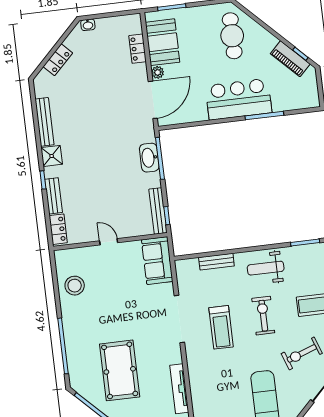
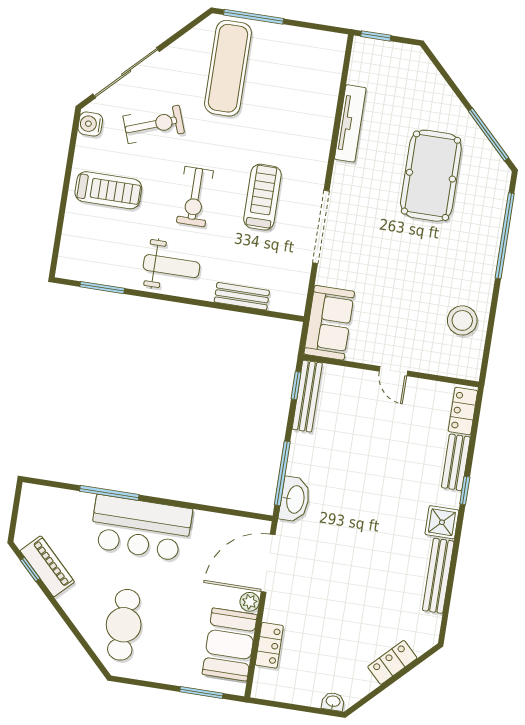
washbasin: (149, 158) -> (295, 499), moved

